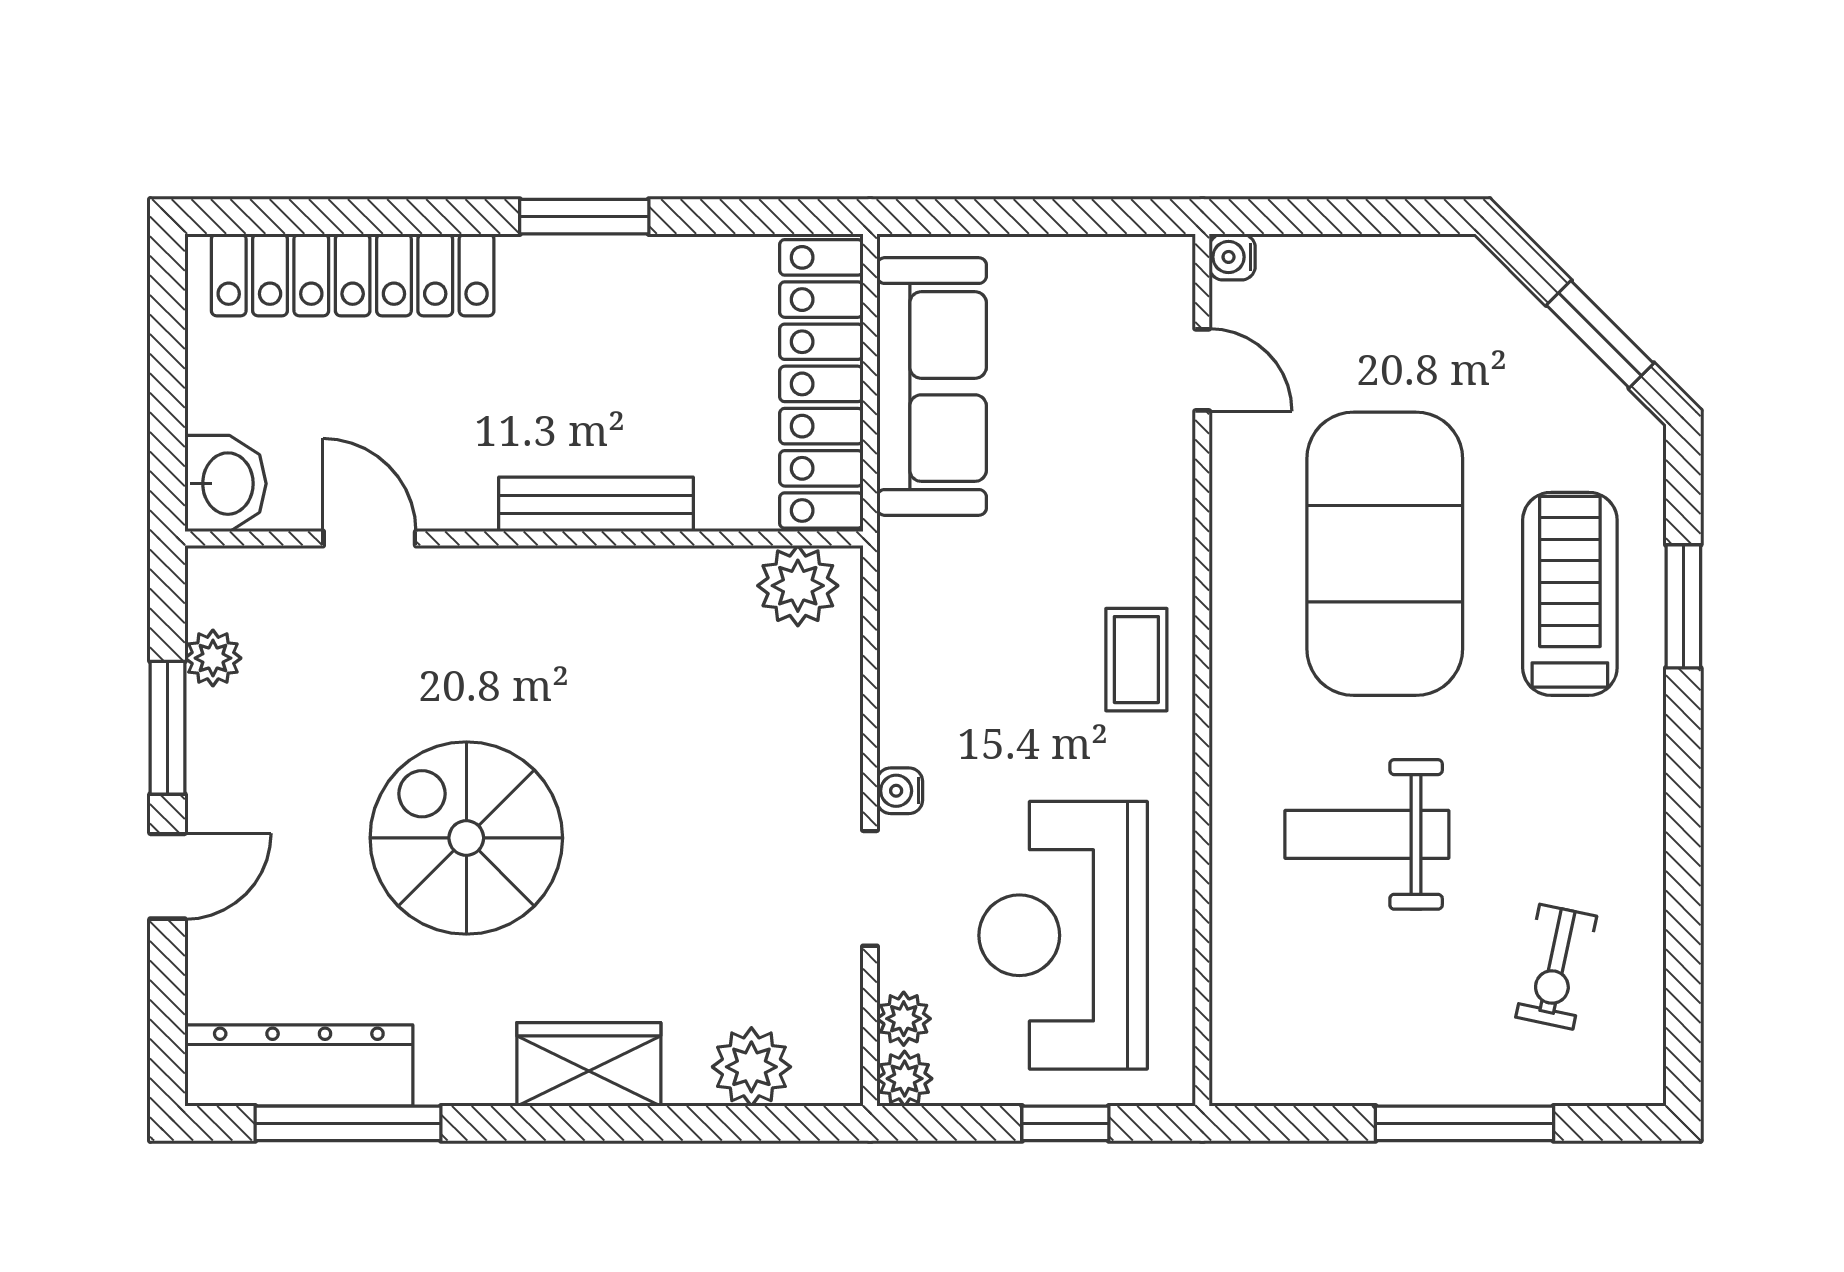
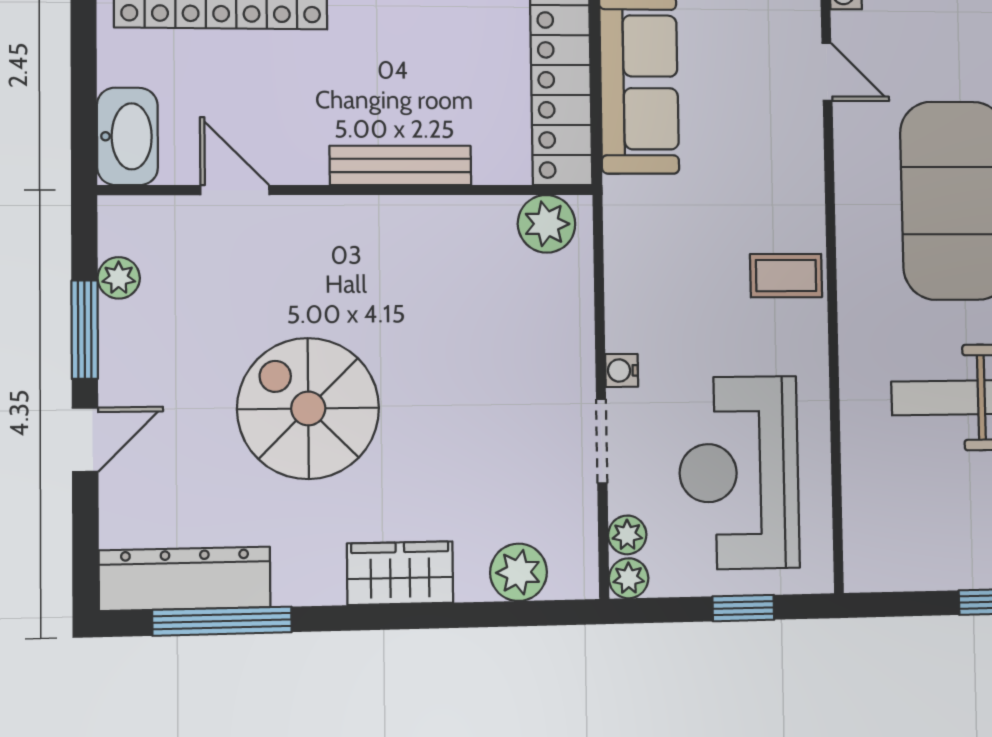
washbasin: (225, 484) -> (127, 136), width x1.38
coffee table: (1136, 660) -> (786, 276), turned 90

